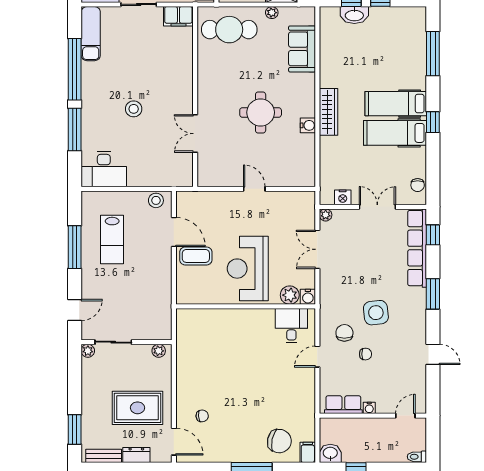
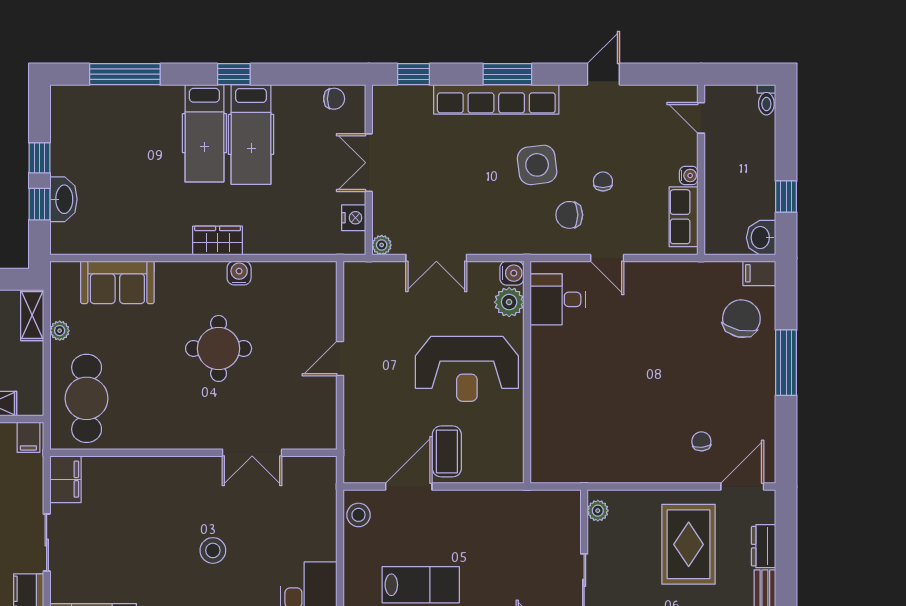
wardrobe: (328, 112) -> (218, 240), width x0.67
row of seats: (417, 248) -> (496, 99), moved

